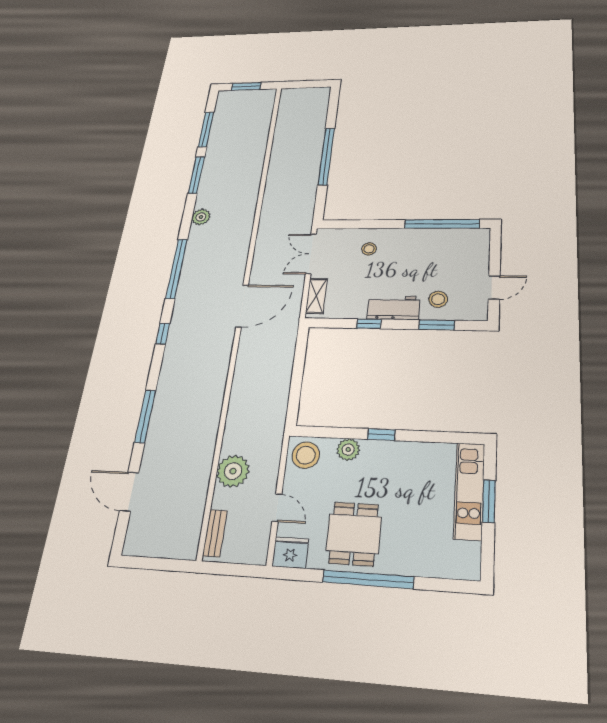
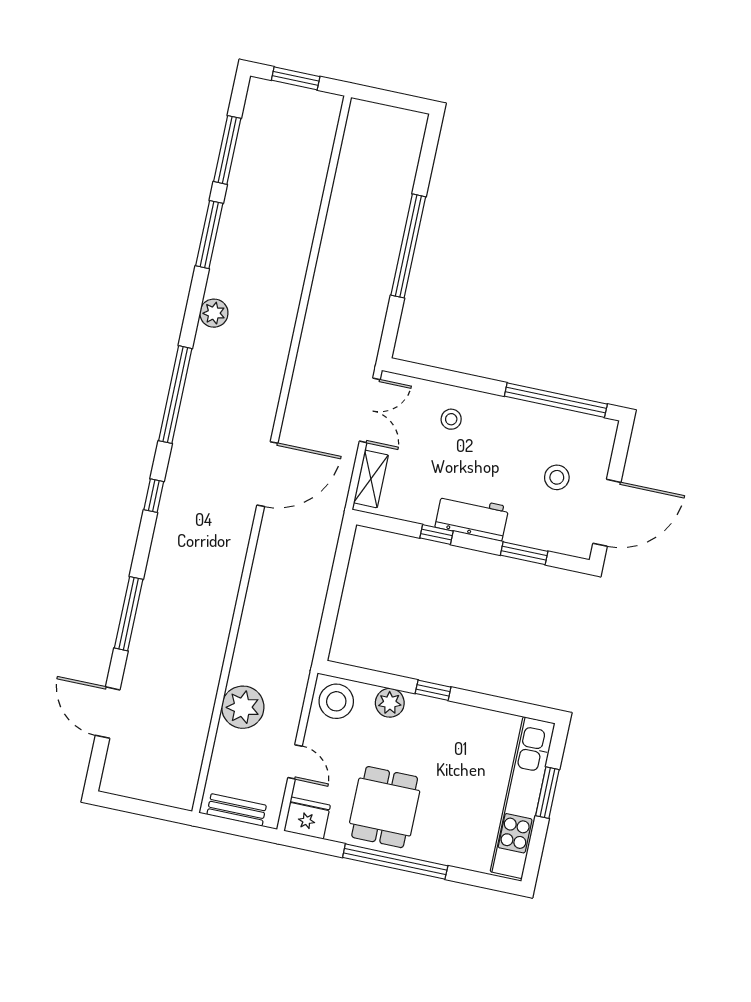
double door: (311, 254) -> (370, 410), swing flipped
door: (494, 287) -> (607, 513), width x1.88
stool: (438, 299) -> (557, 477), moved
kitchen unit: (469, 491) -> (523, 798), width x1.36
bench: (215, 533) -> (237, 810), moved, turned 90

